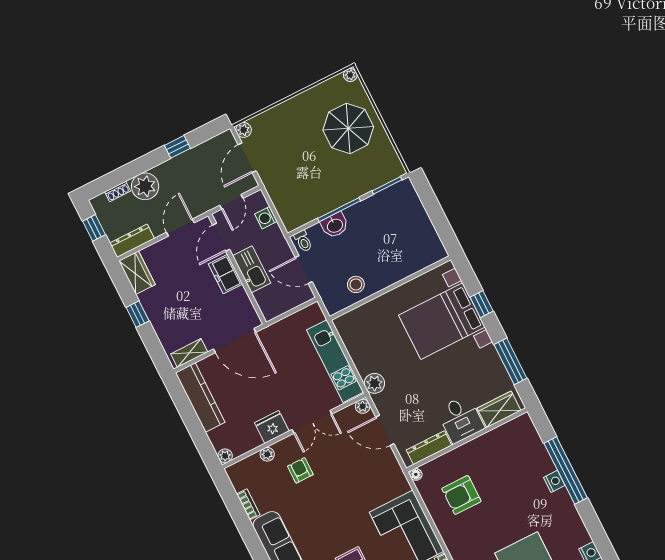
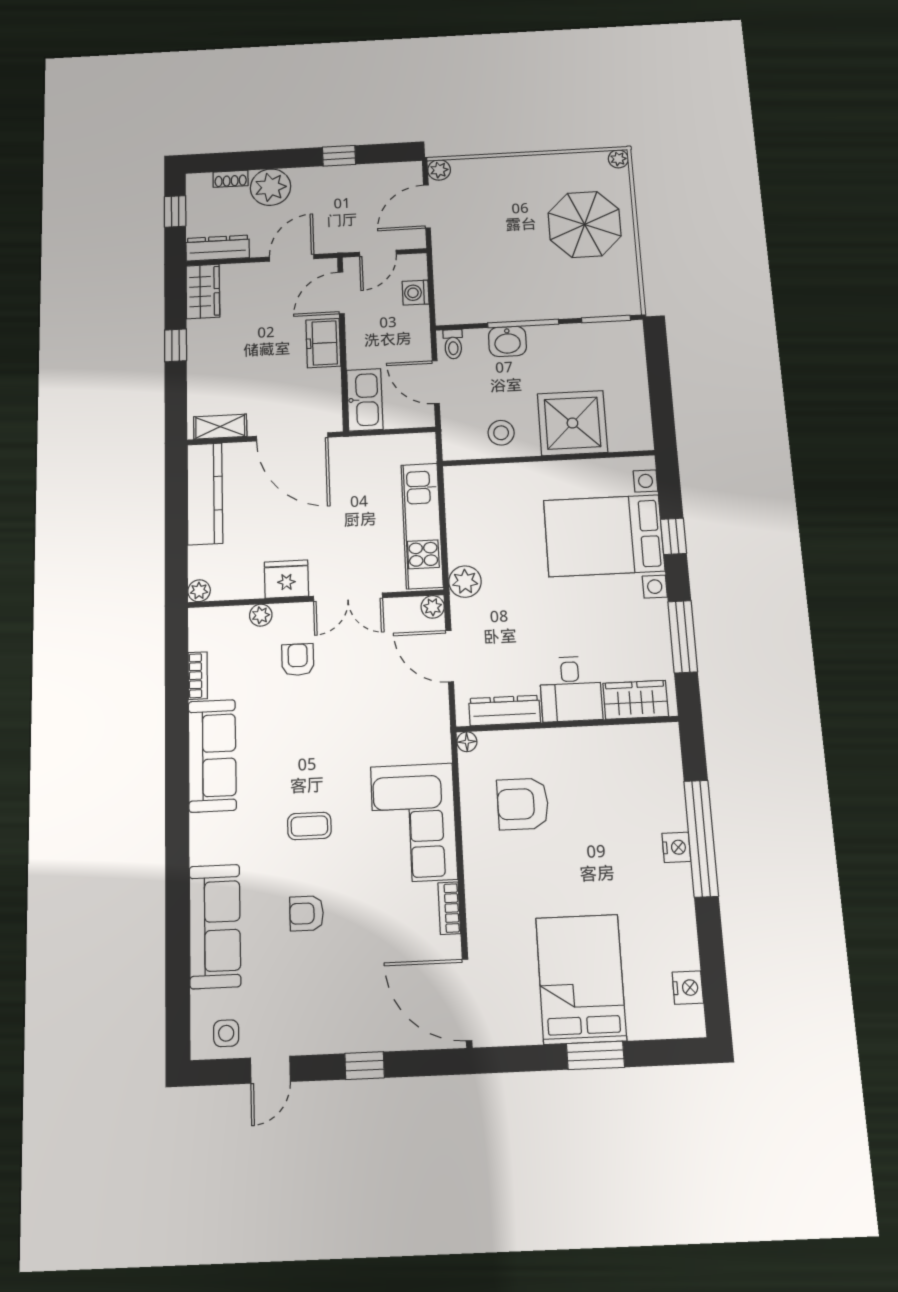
shower: (395, 260) -> (572, 423), added
kitchen sink: (252, 269) -> (365, 400), moved

